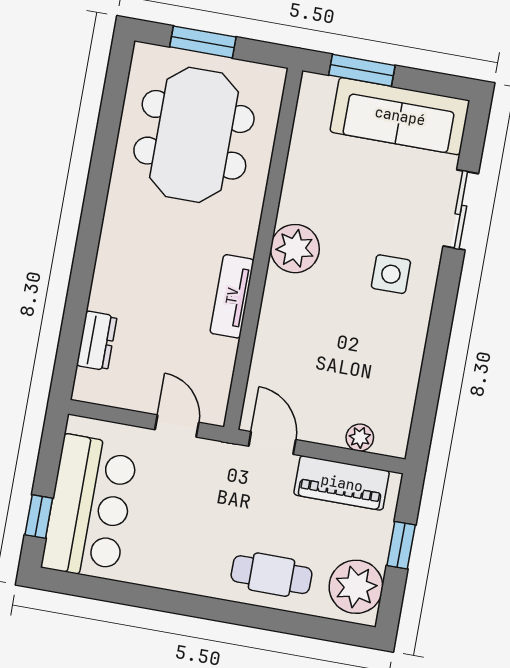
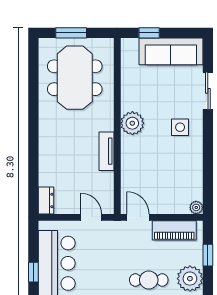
window: (362, 70) -> (149, 33), width x0.67
dresser: (97, 341) -> (46, 201), moved
plant: (360, 438) -> (196, 207), moved

